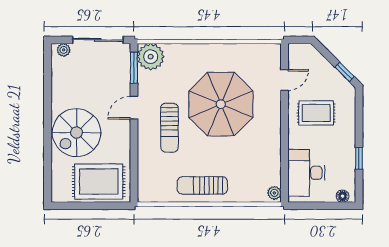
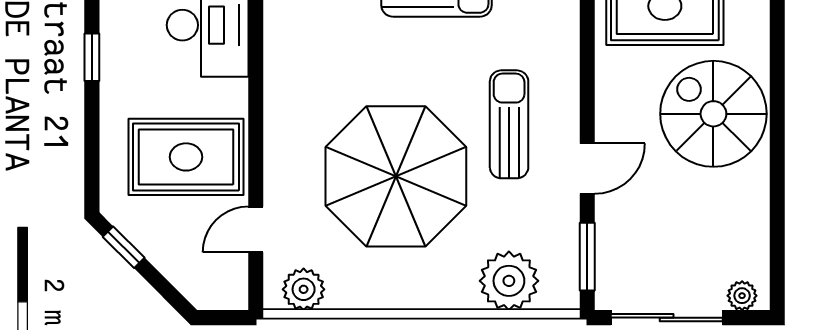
plant: (263, 53) -> (304, 289), added
plant: (151, 57) -> (509, 281), moved
rug: (316, 113) -> (186, 157), width x1.36, depth x1.43
spiral stairs: (77, 133) -> (713, 114), turned -90

